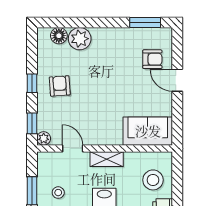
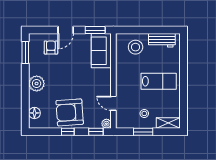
plant: (80, 39) -> (37, 83), moved
armchair: (60, 86) -> (70, 112), width x1.88, depth x1.88
window: (177, 122) -> (95, 30), added
door: (73, 149) -> (113, 103), hinge flipped
shelving: (107, 159) -> (121, 80), removed

